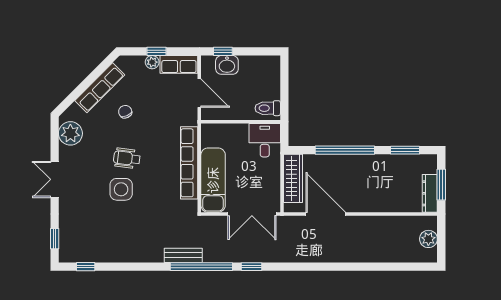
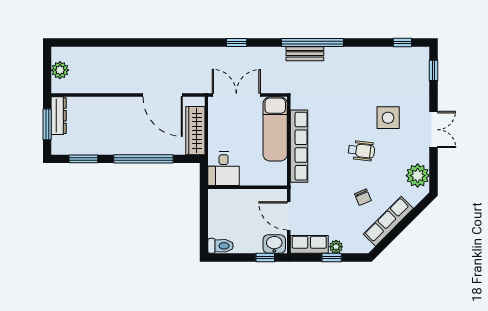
washbasin: (227, 65) -> (274, 244), moved
toilet: (268, 108) -> (221, 246), moved
side table: (121, 189) -> (388, 118), moved
window: (201, 267) -> (313, 43), moved

